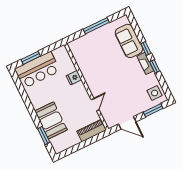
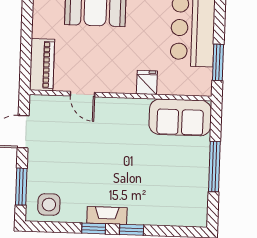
sofa: (129, 41) -> (180, 117), moved, turned 180
window: (31, 58) -> (218, 62), moved

